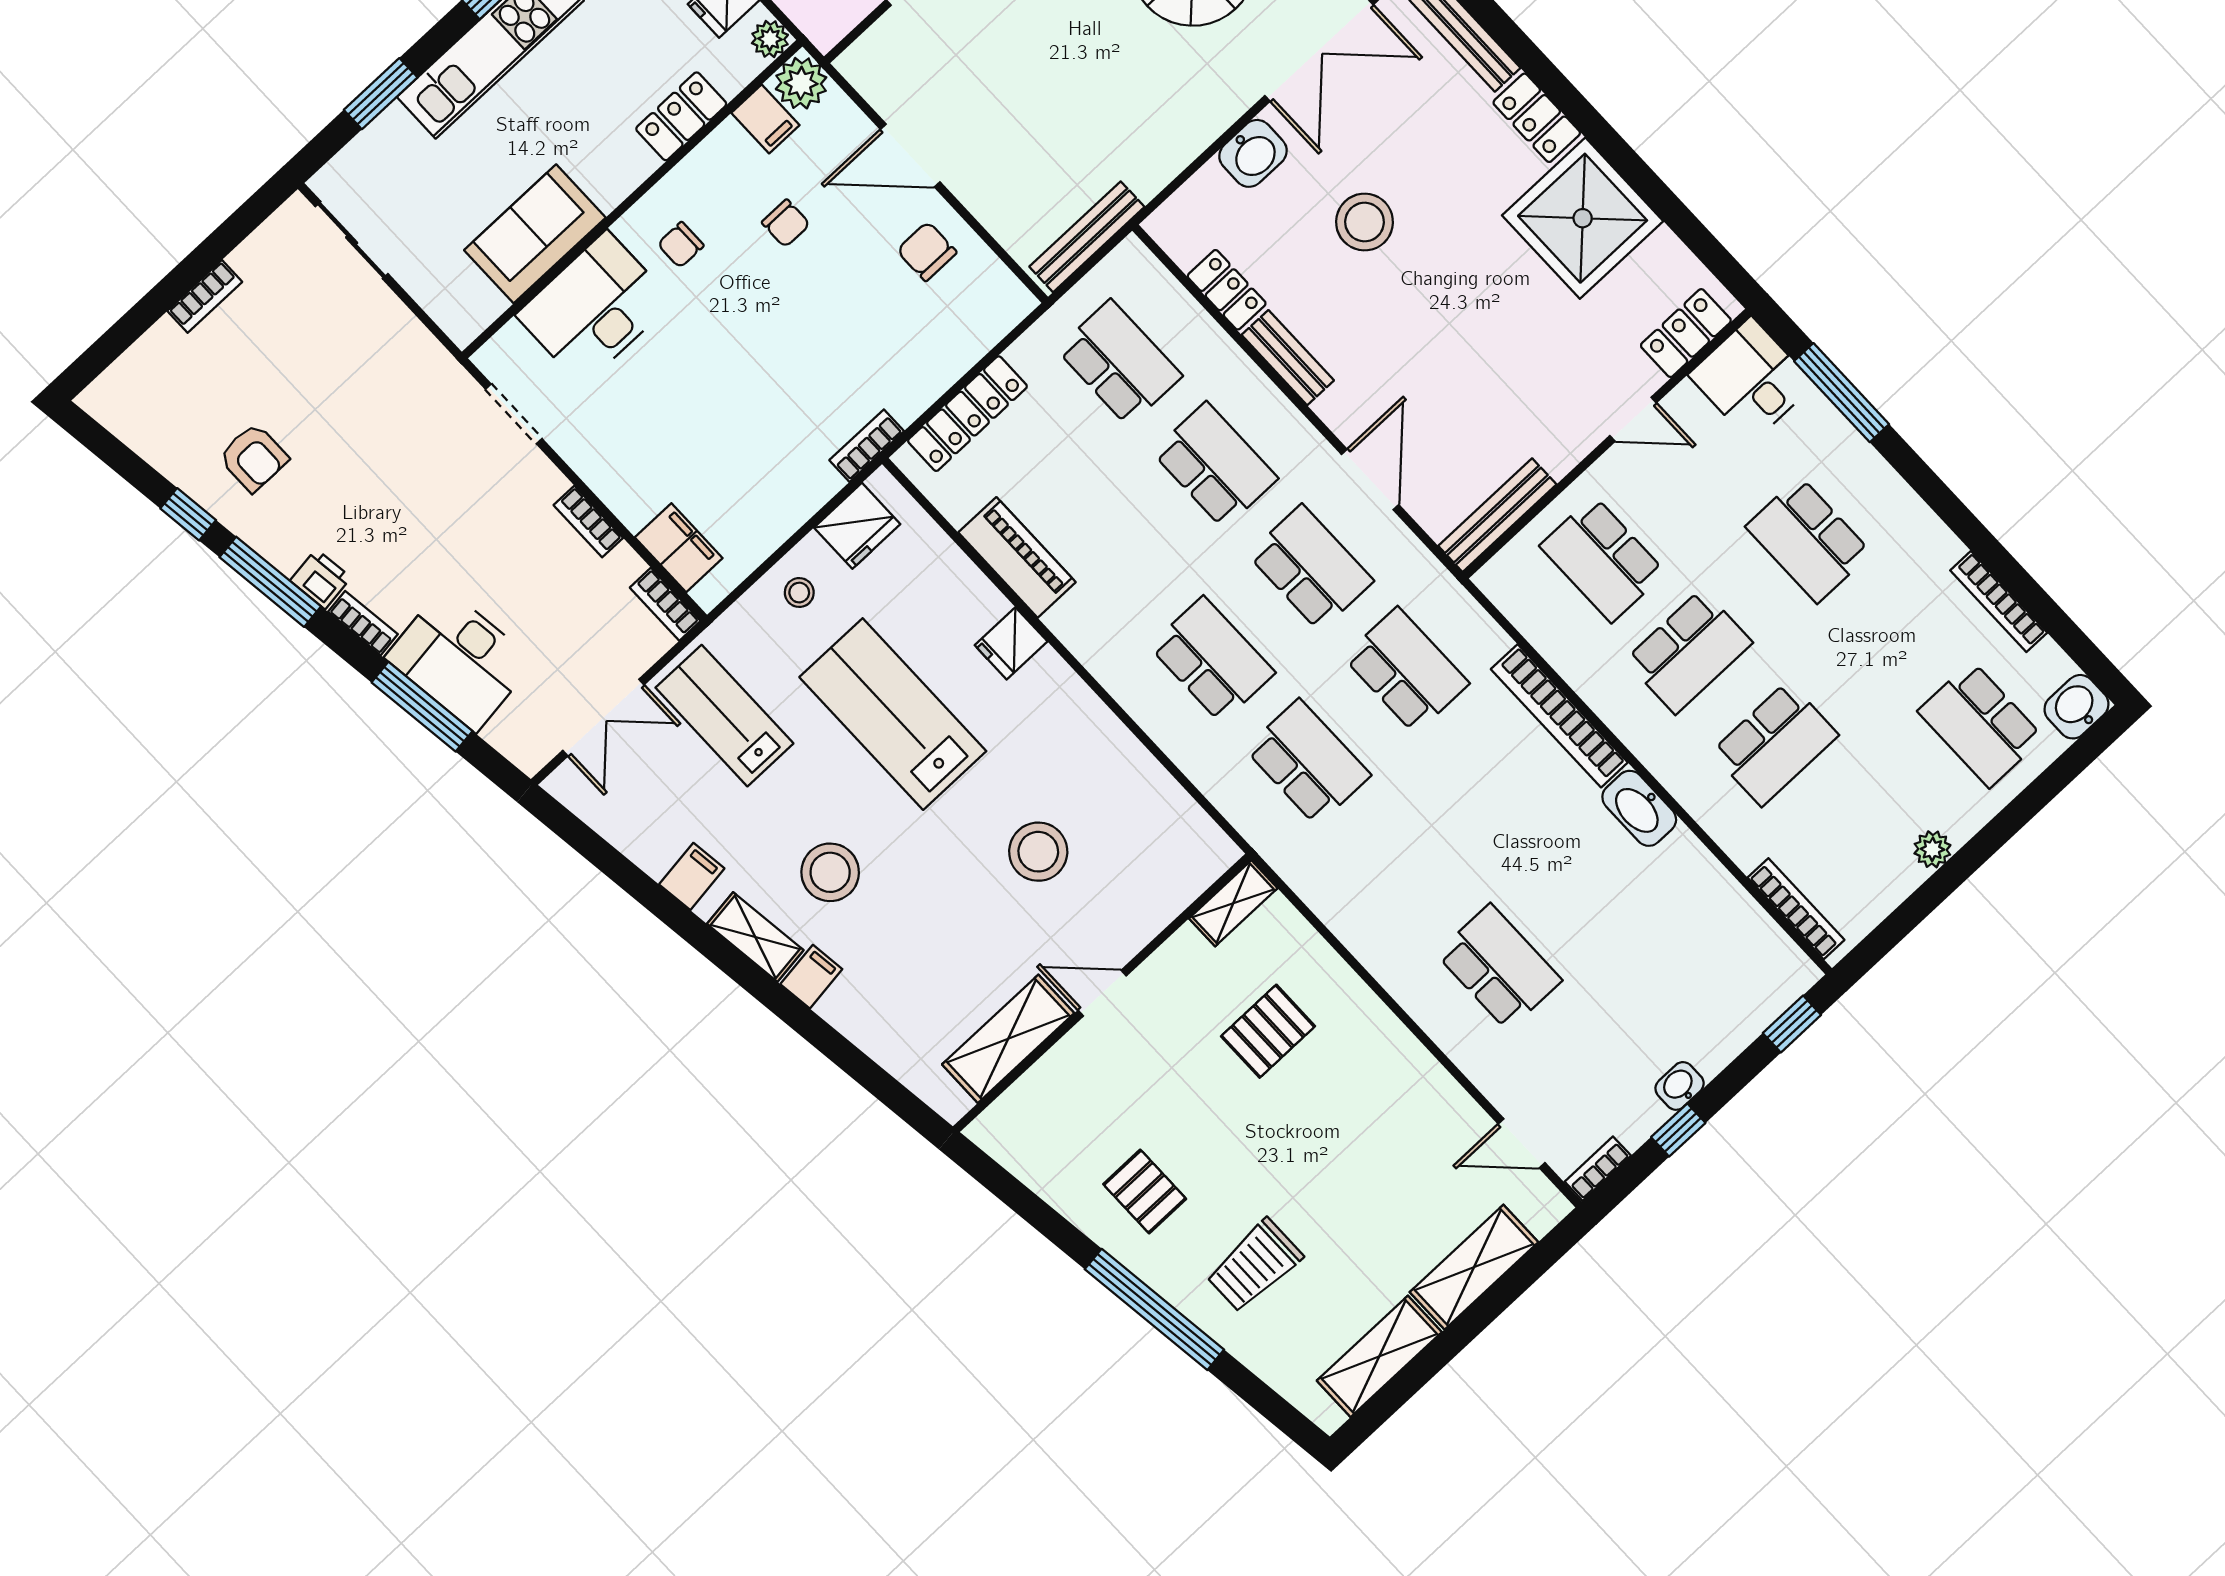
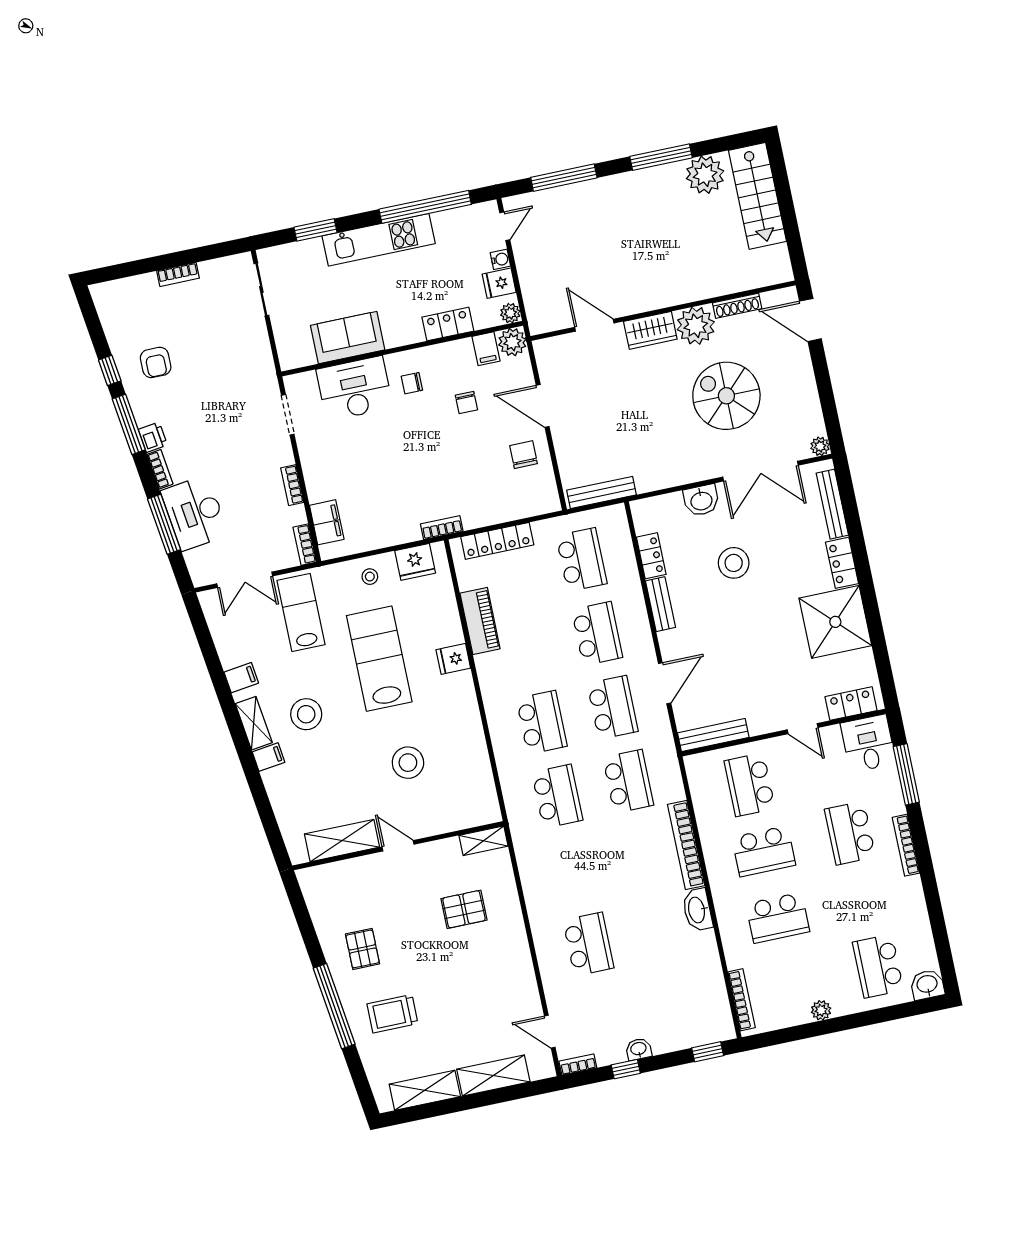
bookcase: (1999, 602) -> (906, 845), moved

